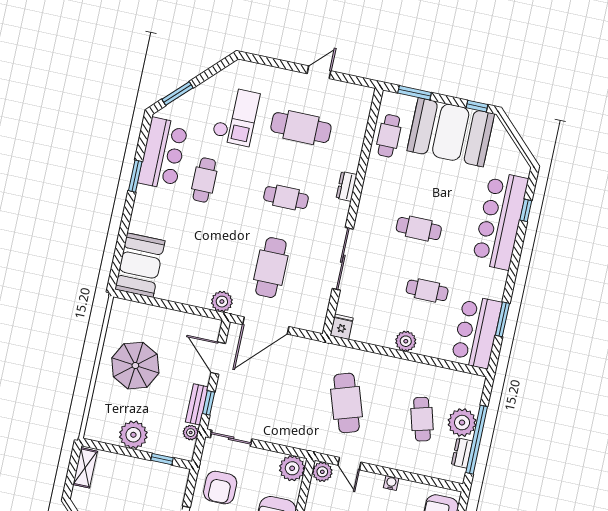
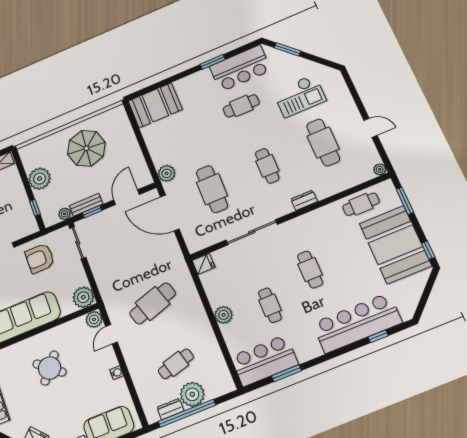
plant: (367, 94) -> (380, 169), added
cafe table: (271, 268) -> (212, 189), turned 90

